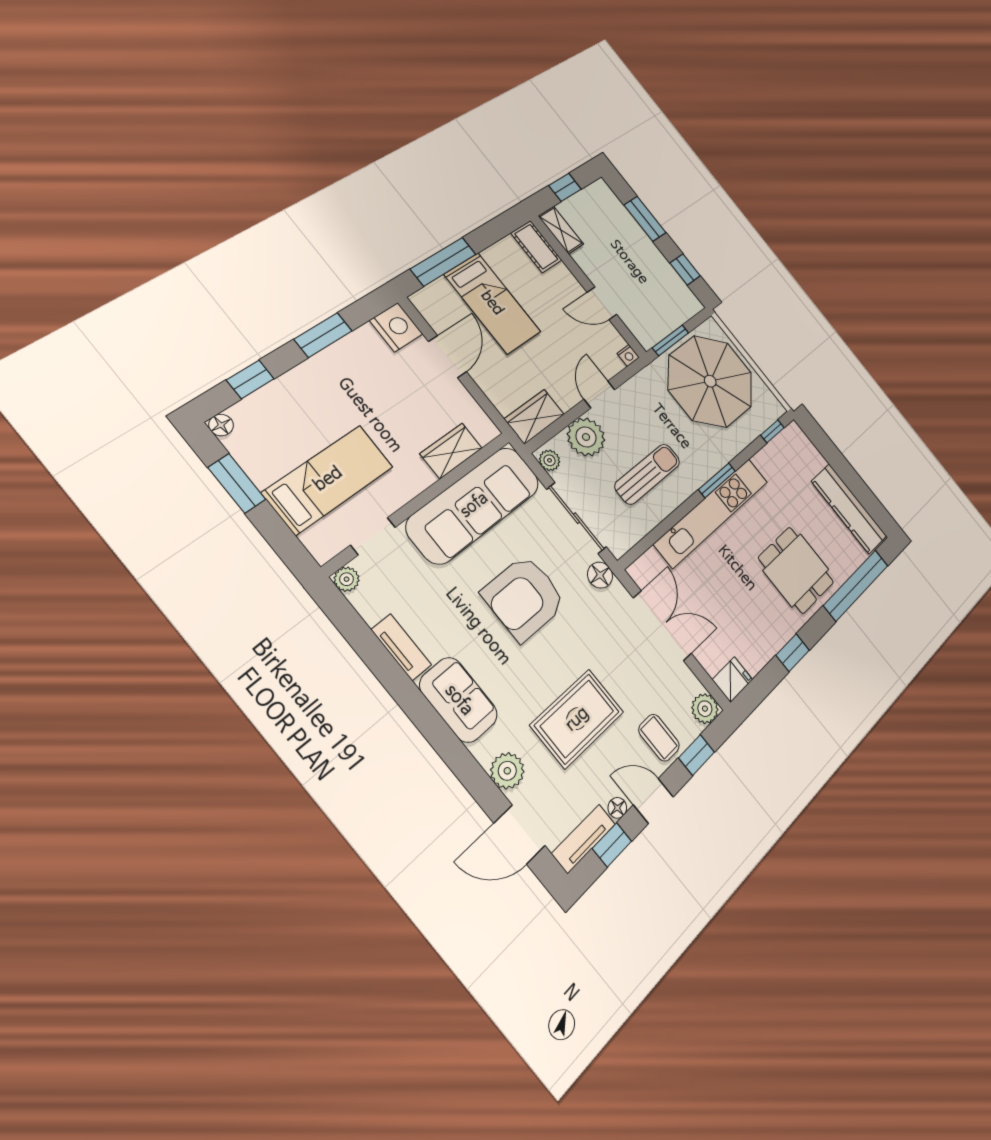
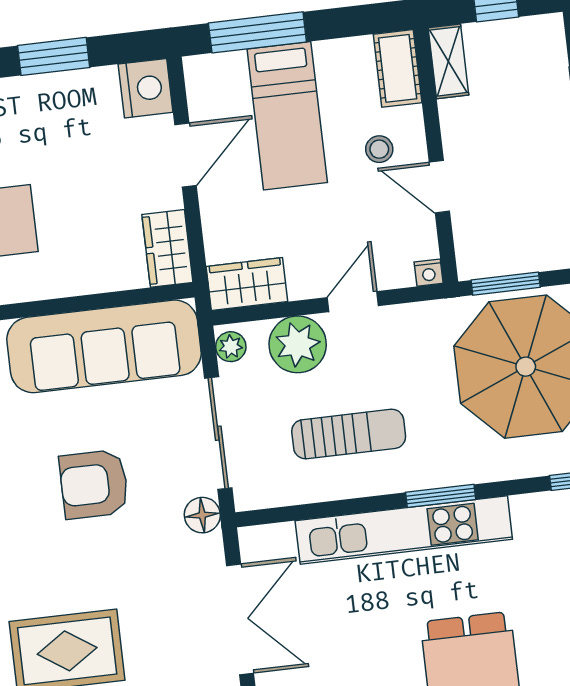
stool: (556, 298) -> (379, 149), added
wardrobe: (451, 451) -> (167, 248), moved, turned -90
armchair: (524, 598) -> (94, 484), width x0.73, depth x0.73

